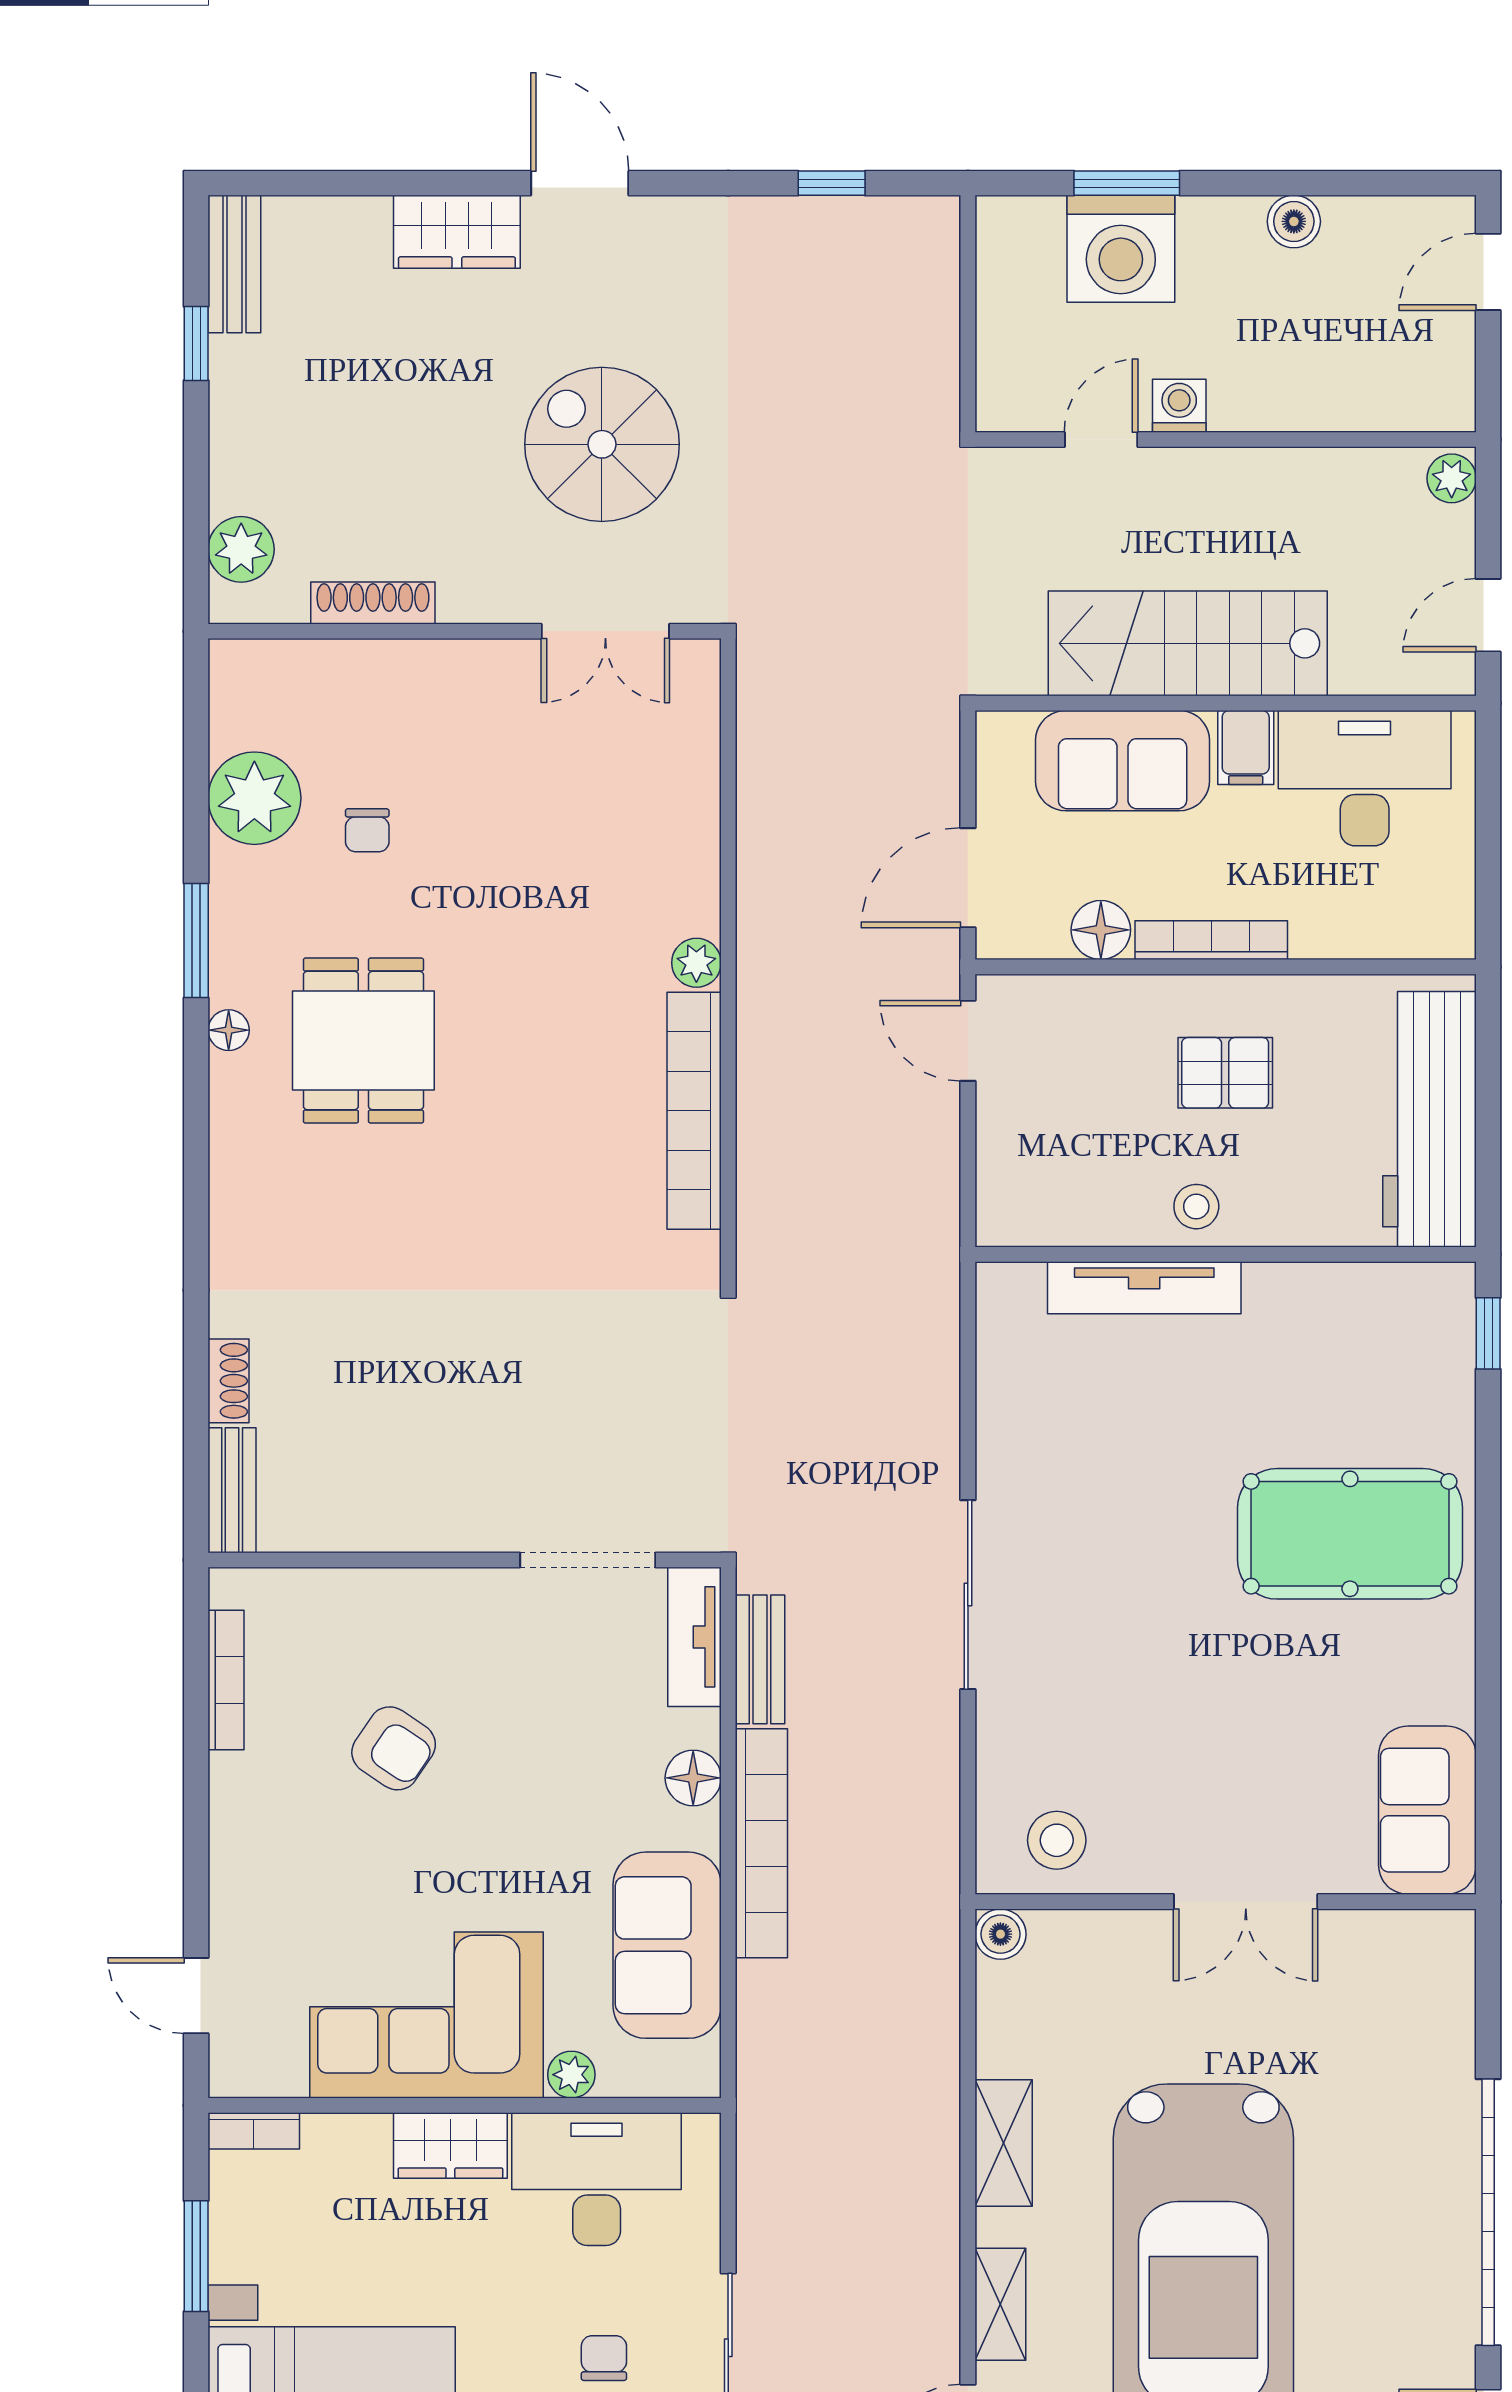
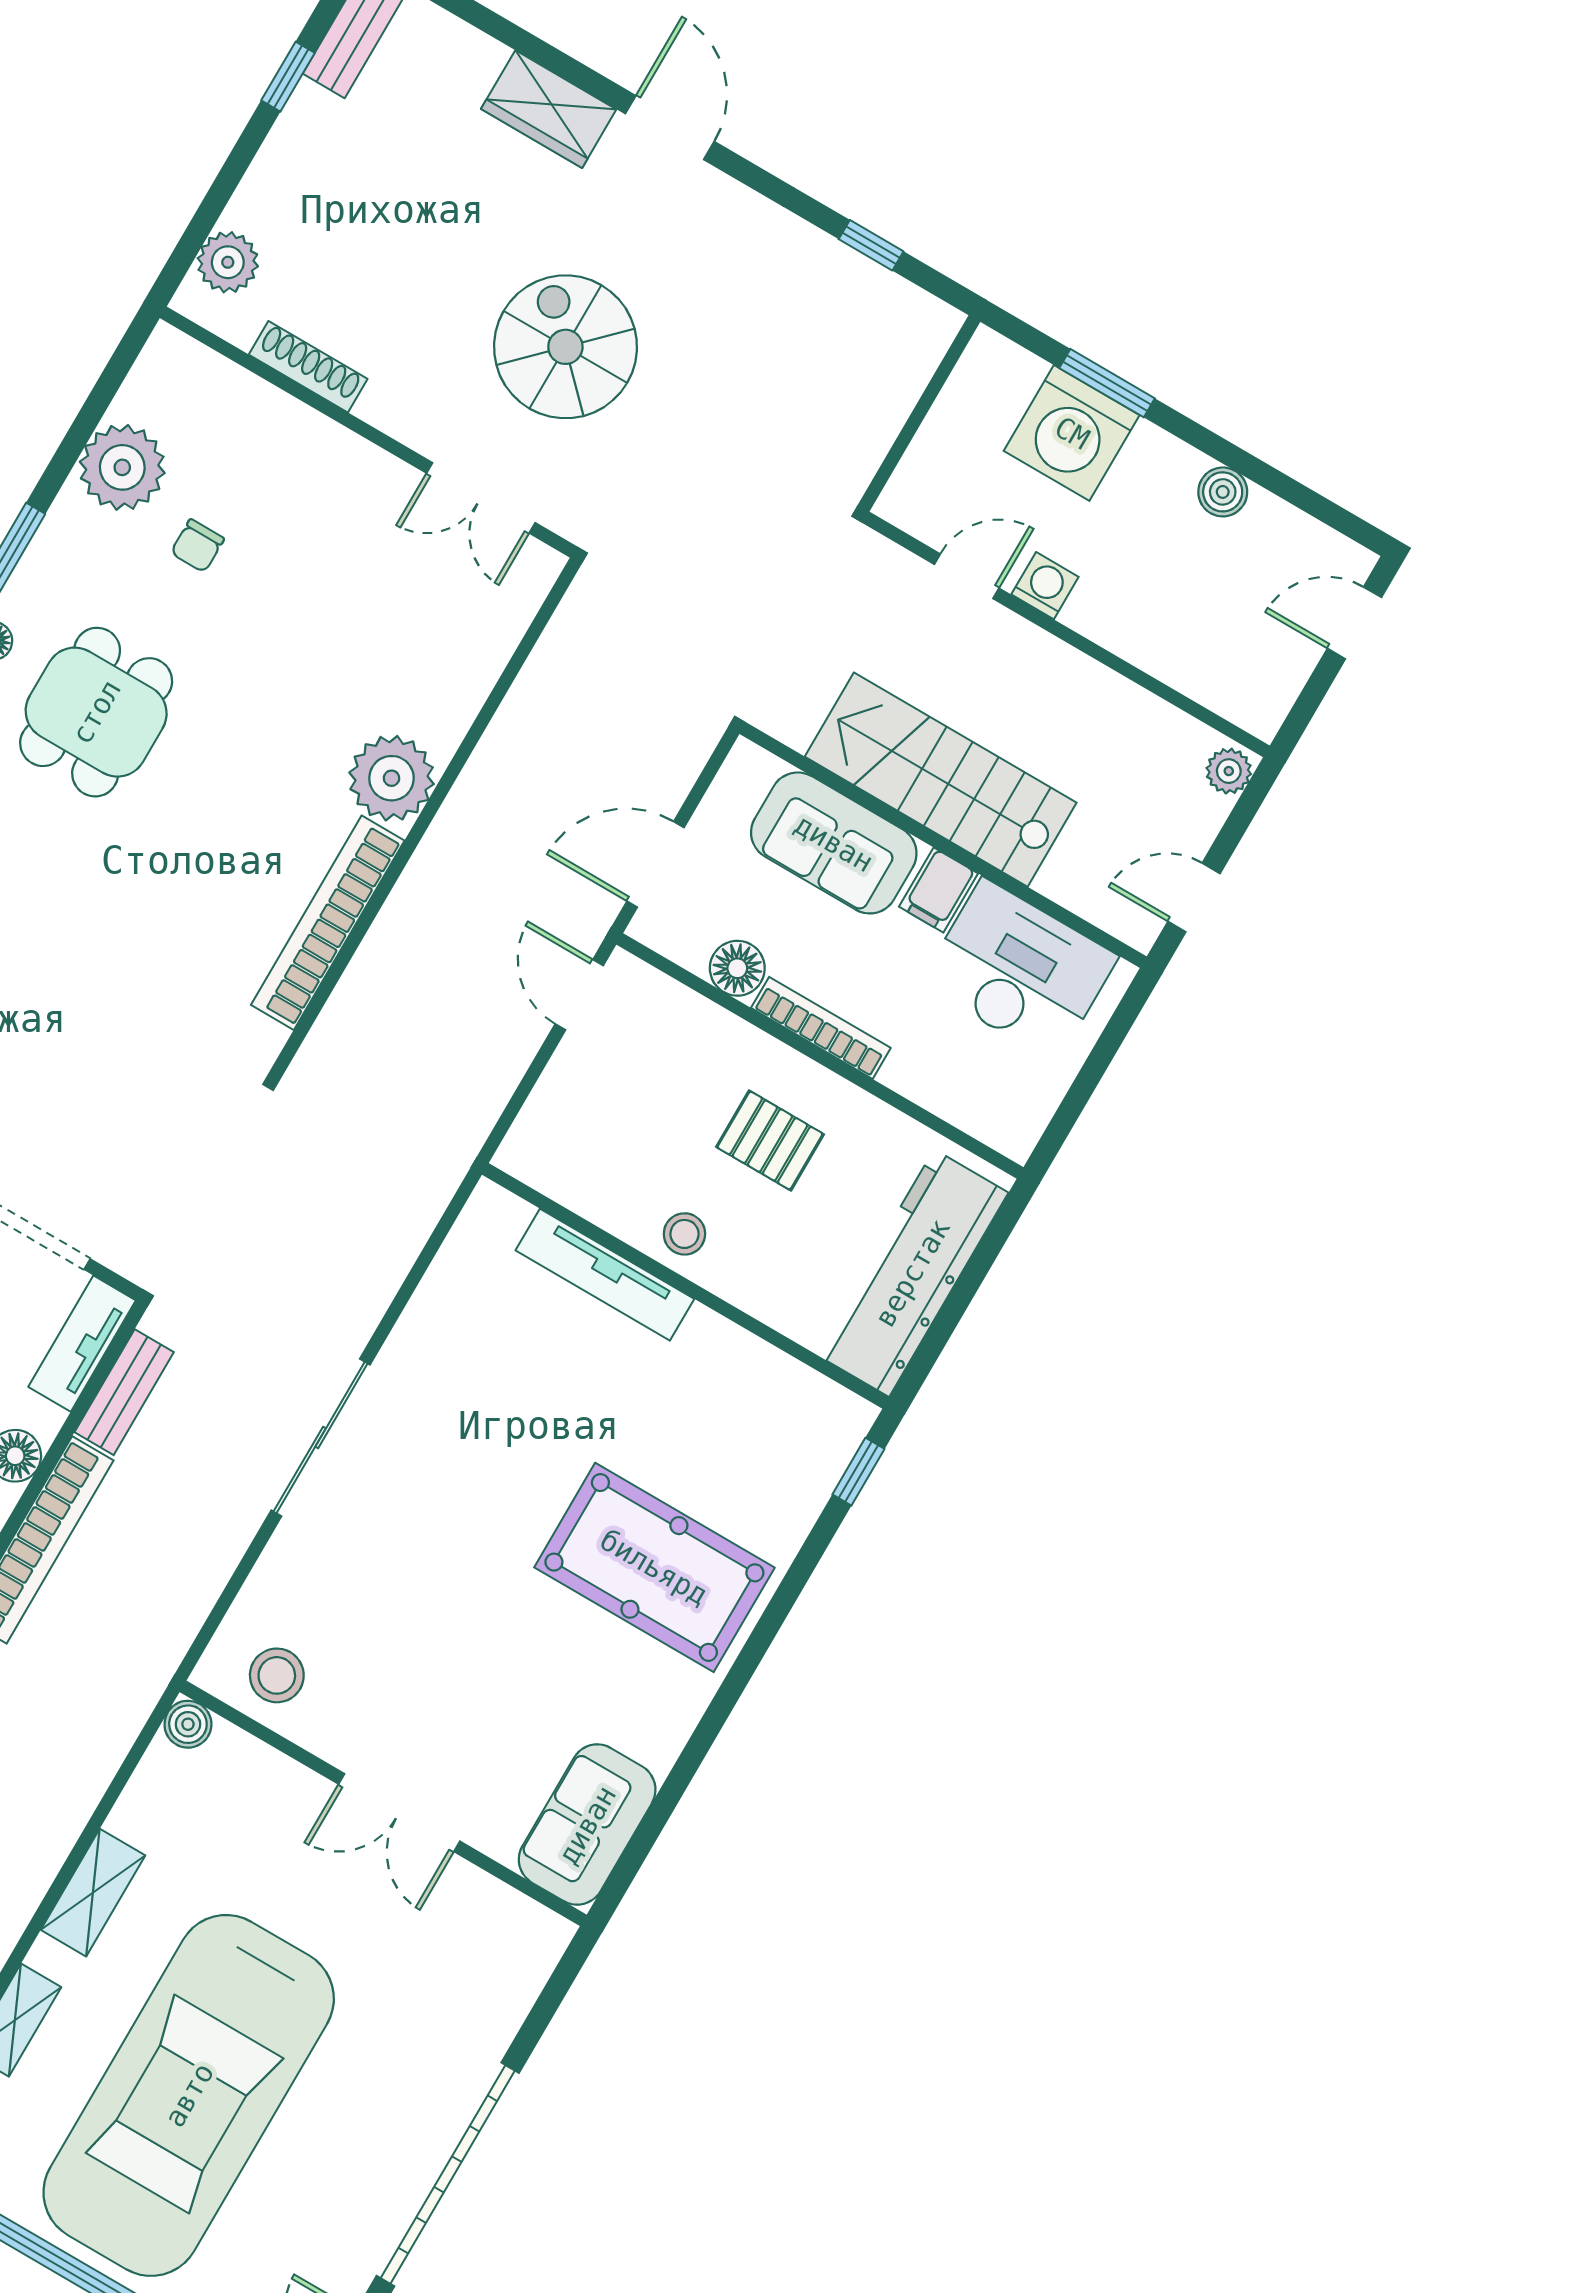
plant: (696, 963) -> (392, 778), width x1.88, depth x1.88

